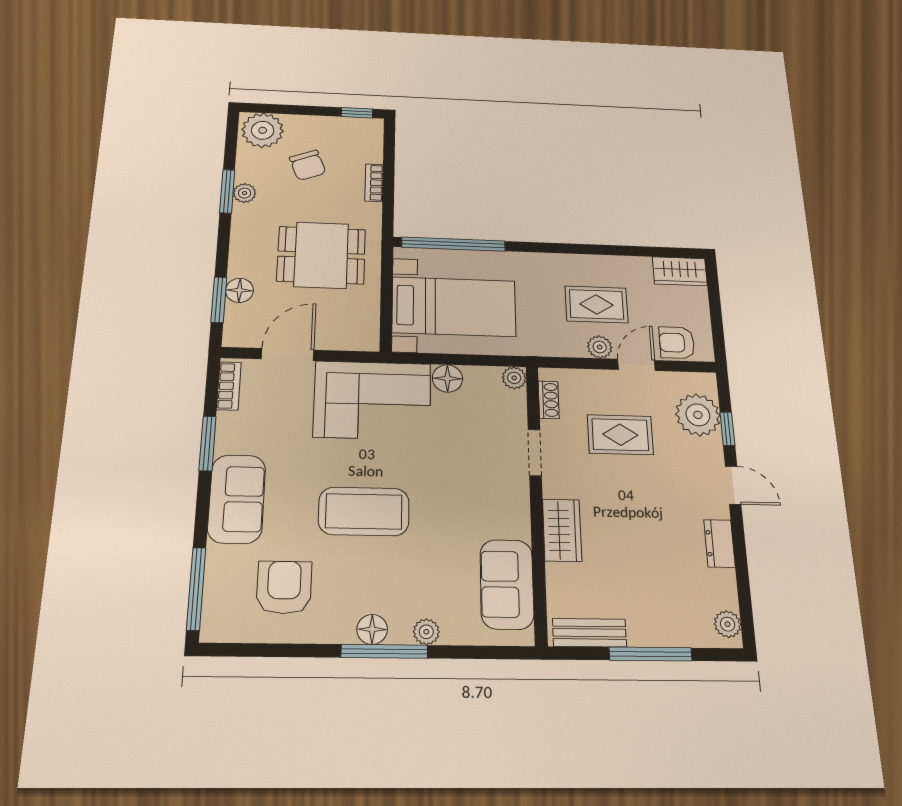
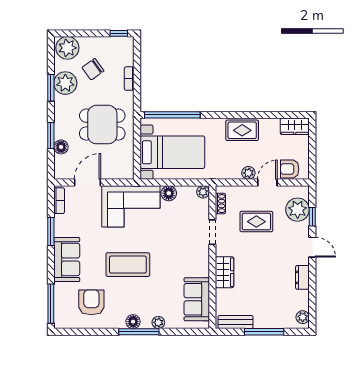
chair: (308, 165) -> (93, 69), turned 75
plant: (245, 193) -> (65, 83), width x1.87, depth x1.87
window: (219, 300) -> (51, 136), moved
rug: (596, 304) -> (242, 130), moved

